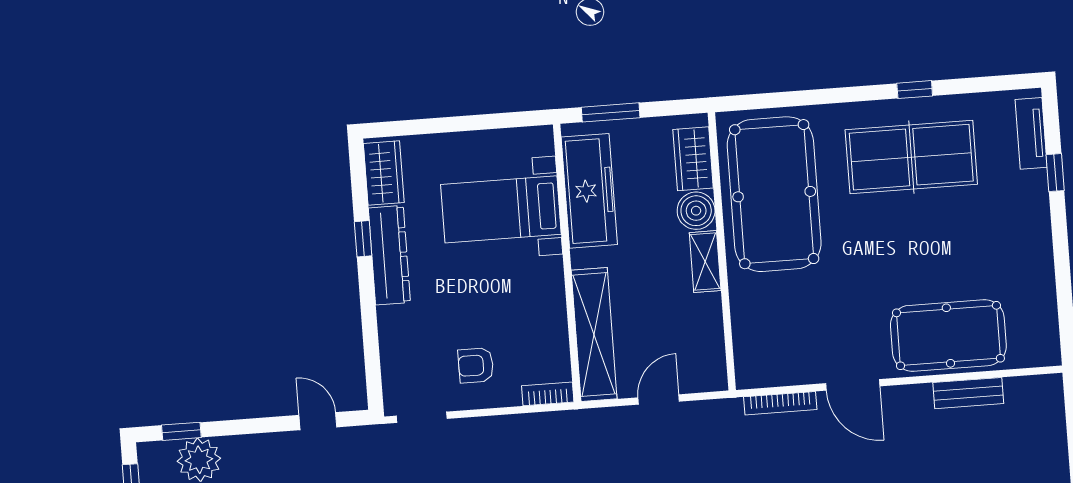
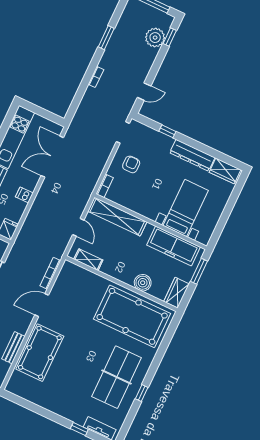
wardrobe: (693, 159) -> (176, 293), moved, turned -90
window: (363, 239) -> (167, 131), moved
shelving: (705, 262) -> (88, 260), moved

